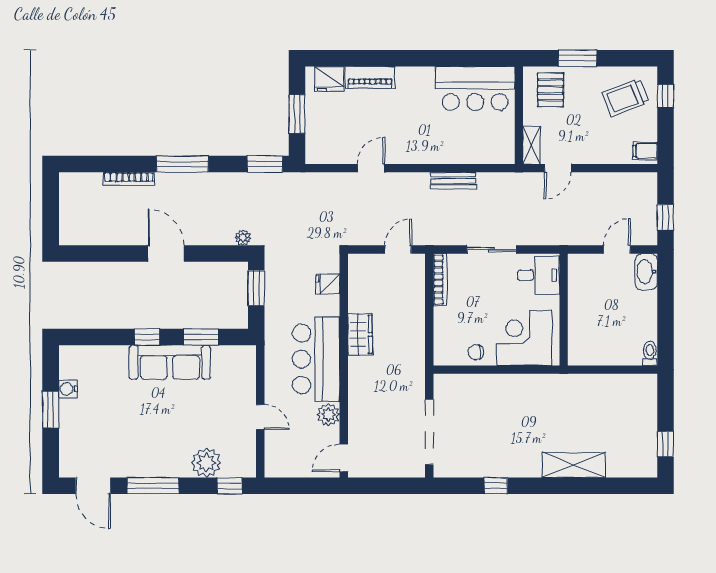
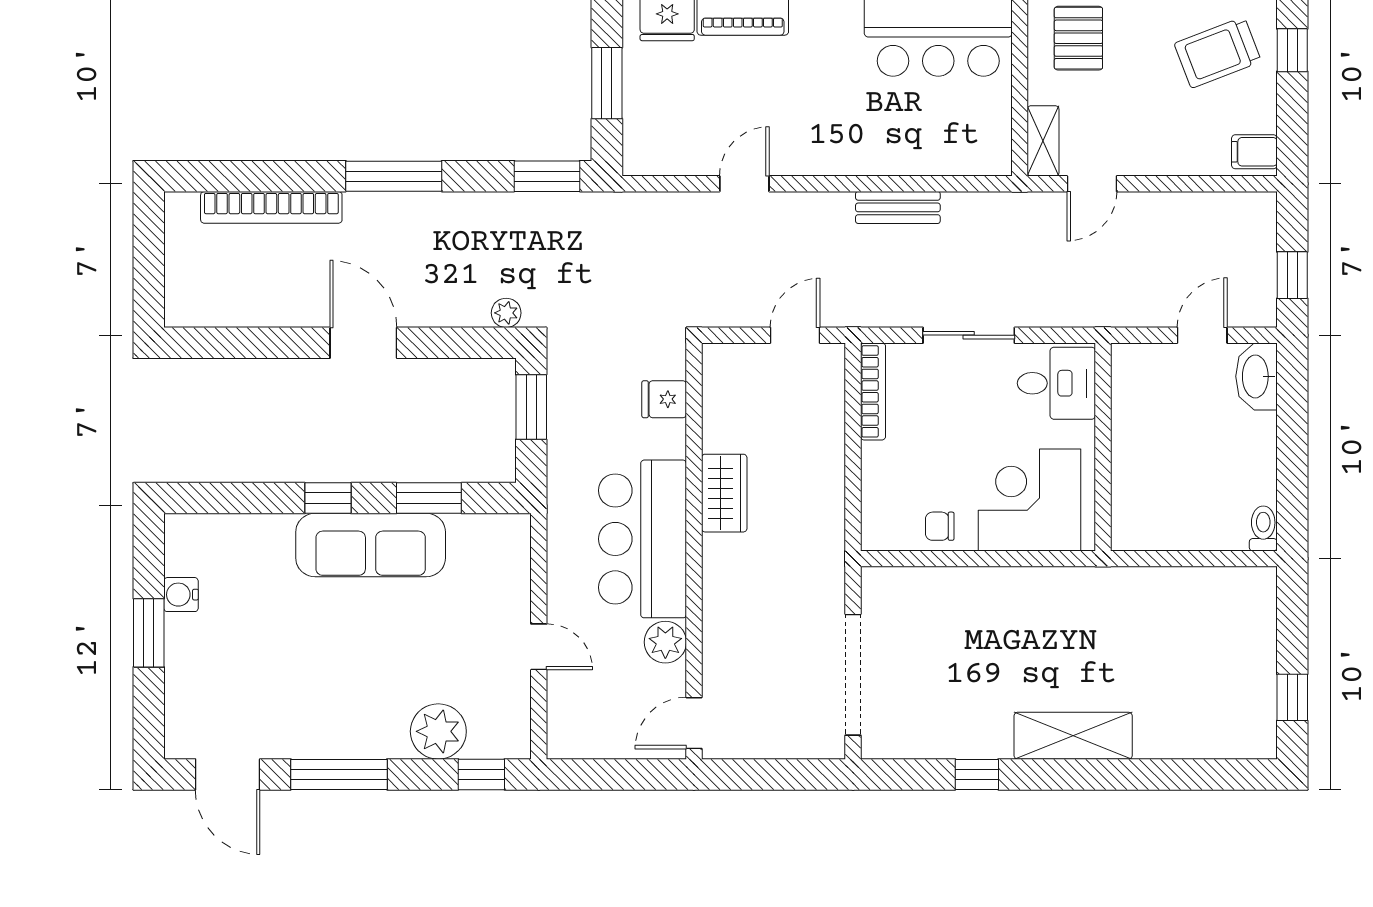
bookcase: (129, 179) -> (271, 207), width x1.48, depth x1.31
shelving: (574, 465) -> (1073, 736), moved

